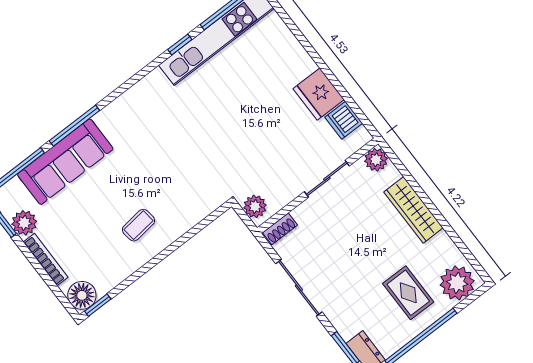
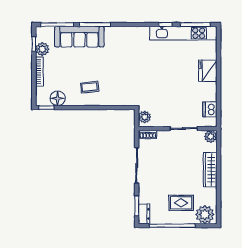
fridge: (319, 94) -> (208, 71), moved
rug: (408, 293) -> (181, 203), turned 90
floor lamp: (82, 295) -> (58, 98), moved

